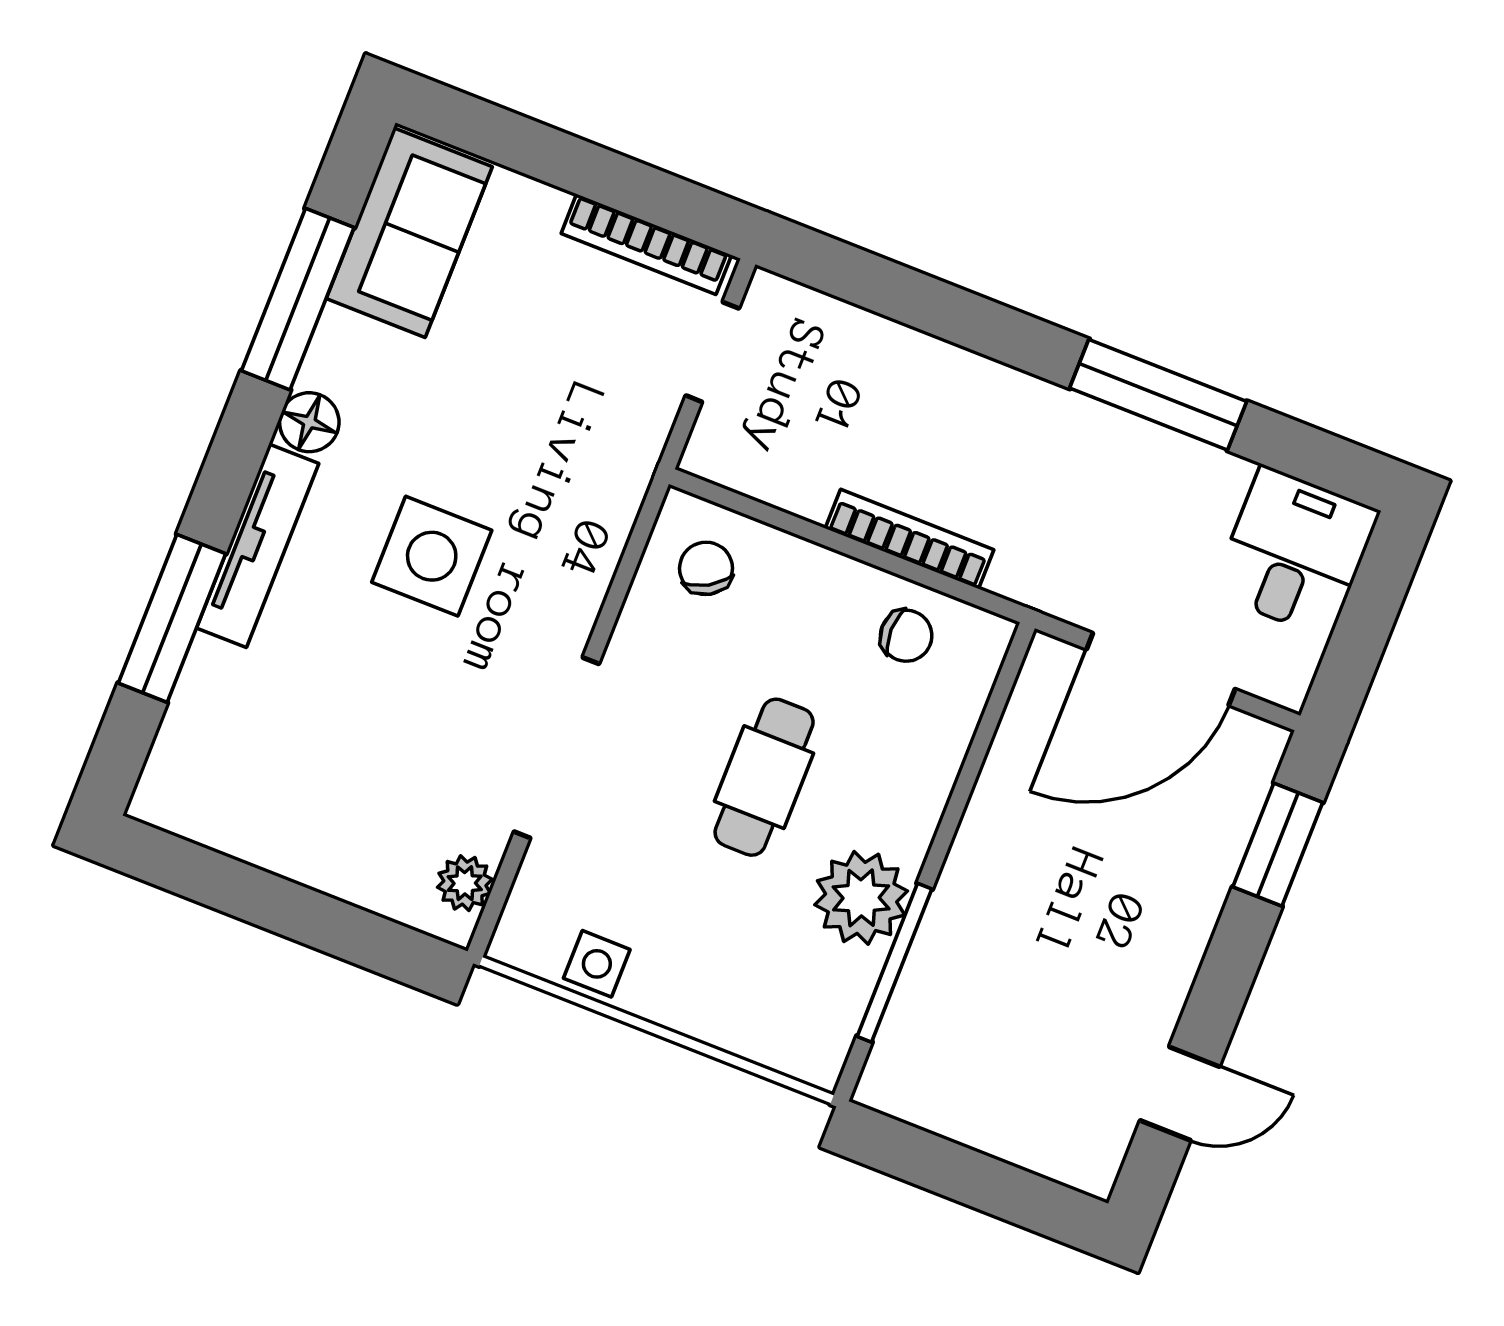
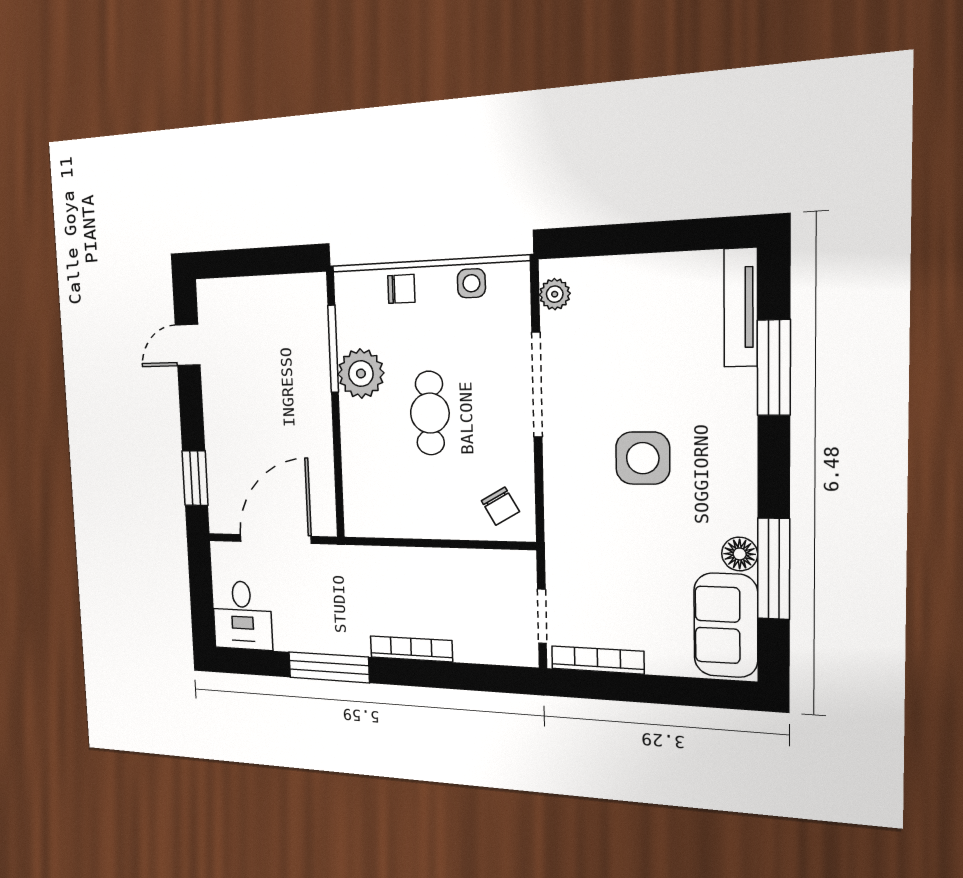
floor lamp: (309, 422) -> (740, 554), moved
bookcase: (909, 539) -> (411, 649), moved, turned 180
tv unit: (258, 546) -> (741, 307), moved
chair: (906, 636) -> (401, 289), moved, turned 180

